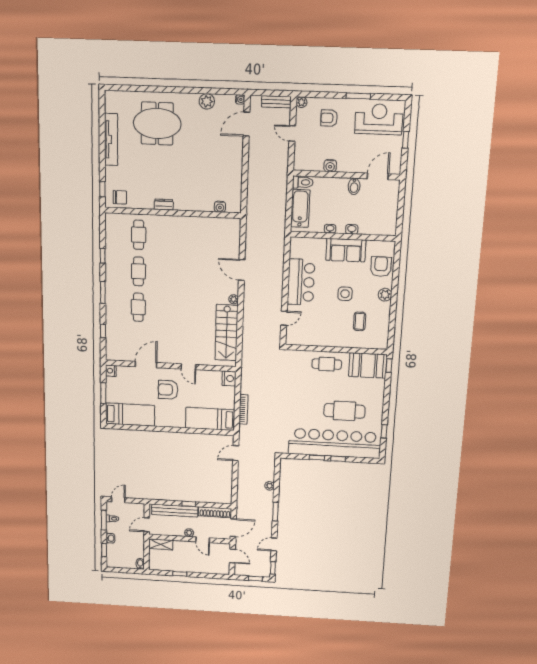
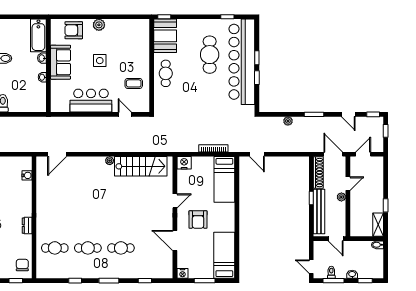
bathtub: (300, 208) -> (38, 35), moved, turned -90
door: (242, 270) -> (57, 154), moved
coffee table: (360, 321) -> (134, 83), moved
shelving: (161, 544) -> (378, 225), moved

